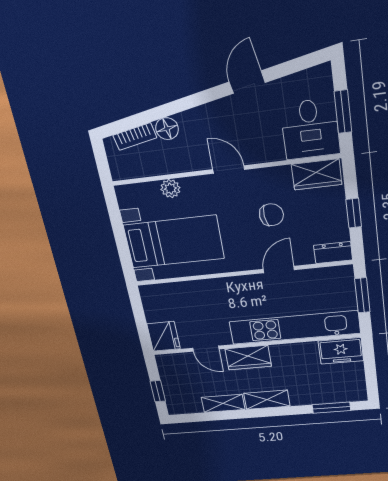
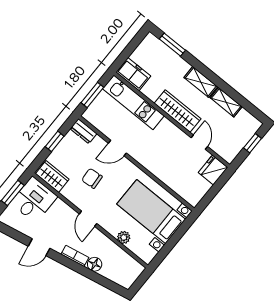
bookcase: (135, 136) -> (75, 256), moved
kitchen unit: (294, 328) -> (133, 102), width x0.73
wardrobe: (248, 358) -> (178, 111), width x1.50

